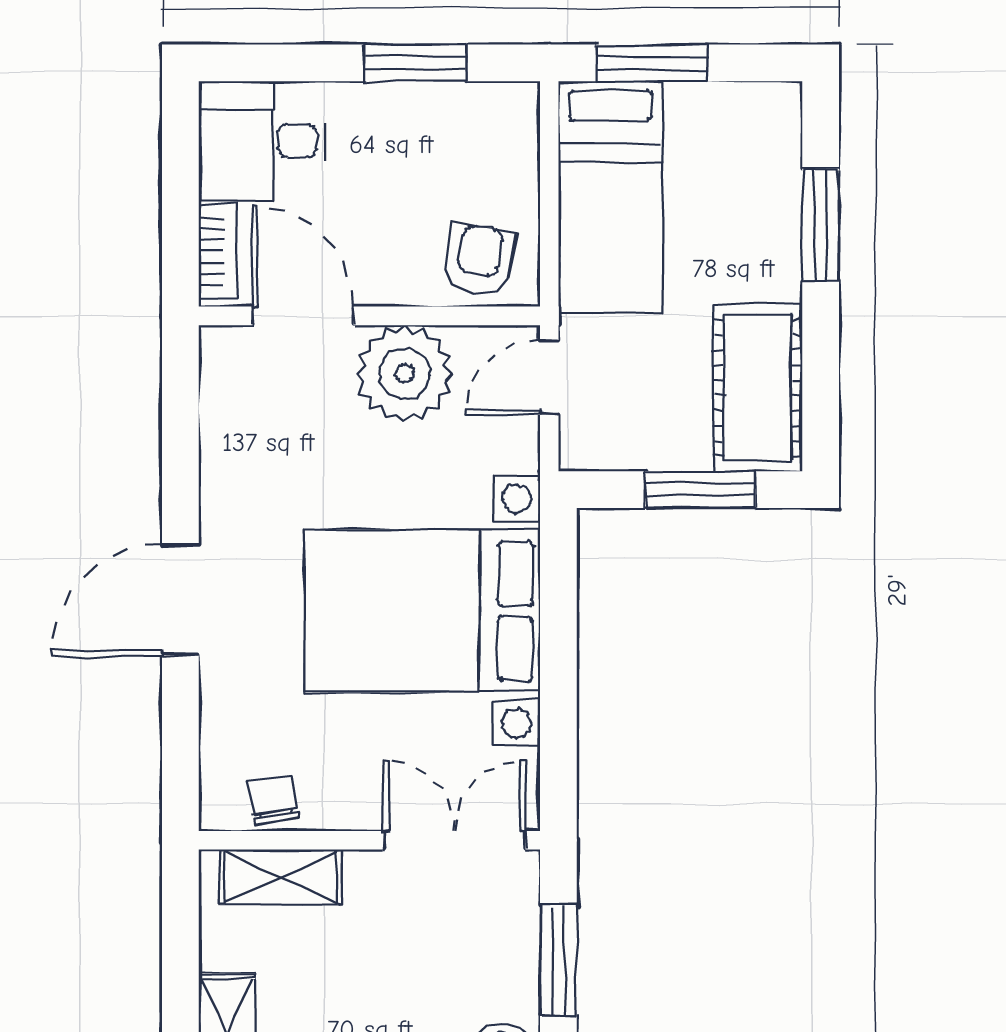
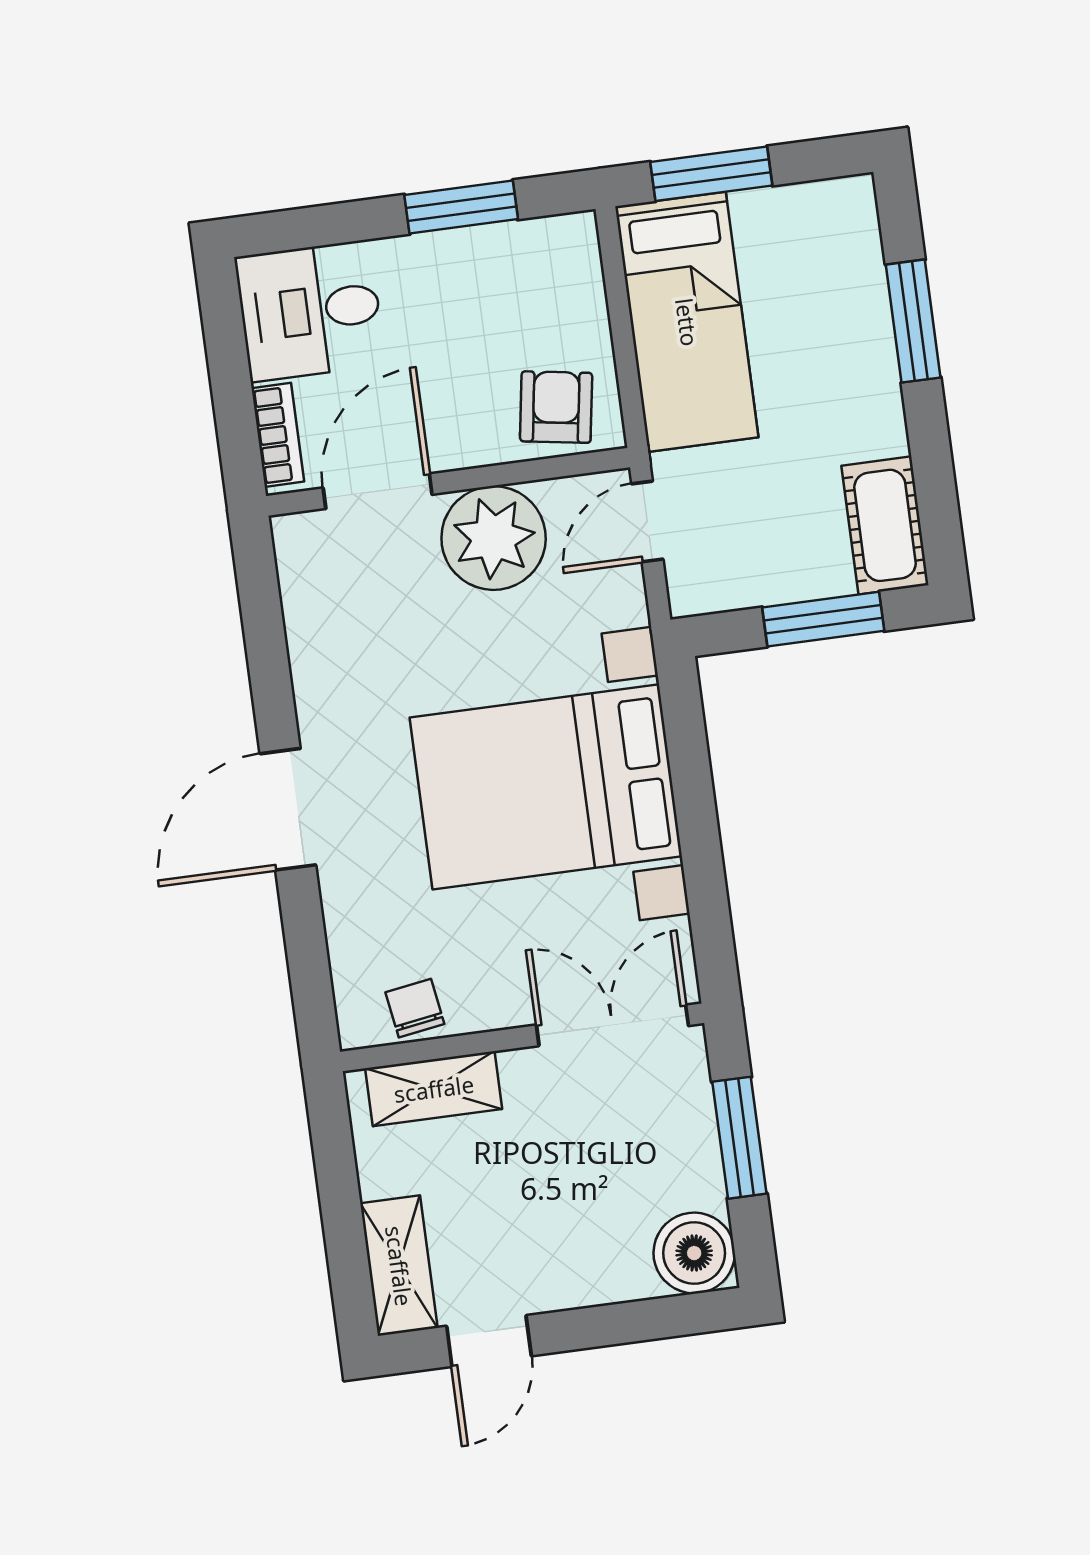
door: (303, 316) -> (378, 491), hinge flipped
cot: (758, 388) -> (885, 525), width x0.73, depth x0.75

